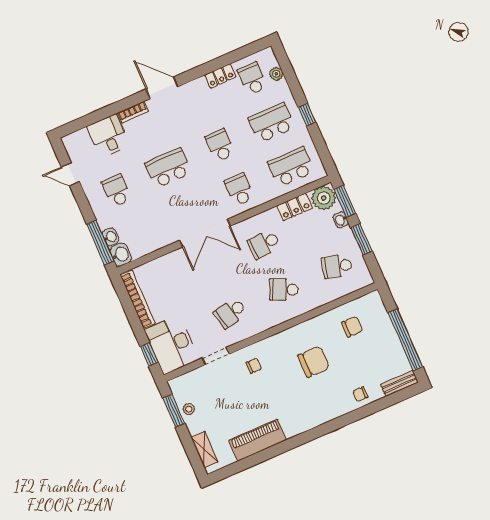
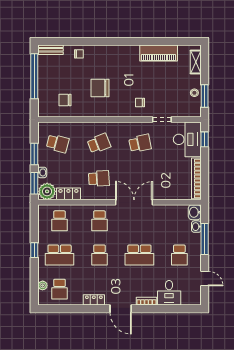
locker: (220, 76) -> (94, 300), moved
school desk: (291, 167) -> (60, 221), width x0.54
window: (100, 243) -> (205, 239), moved
school desk: (284, 290) -> (99, 143), turned -45

